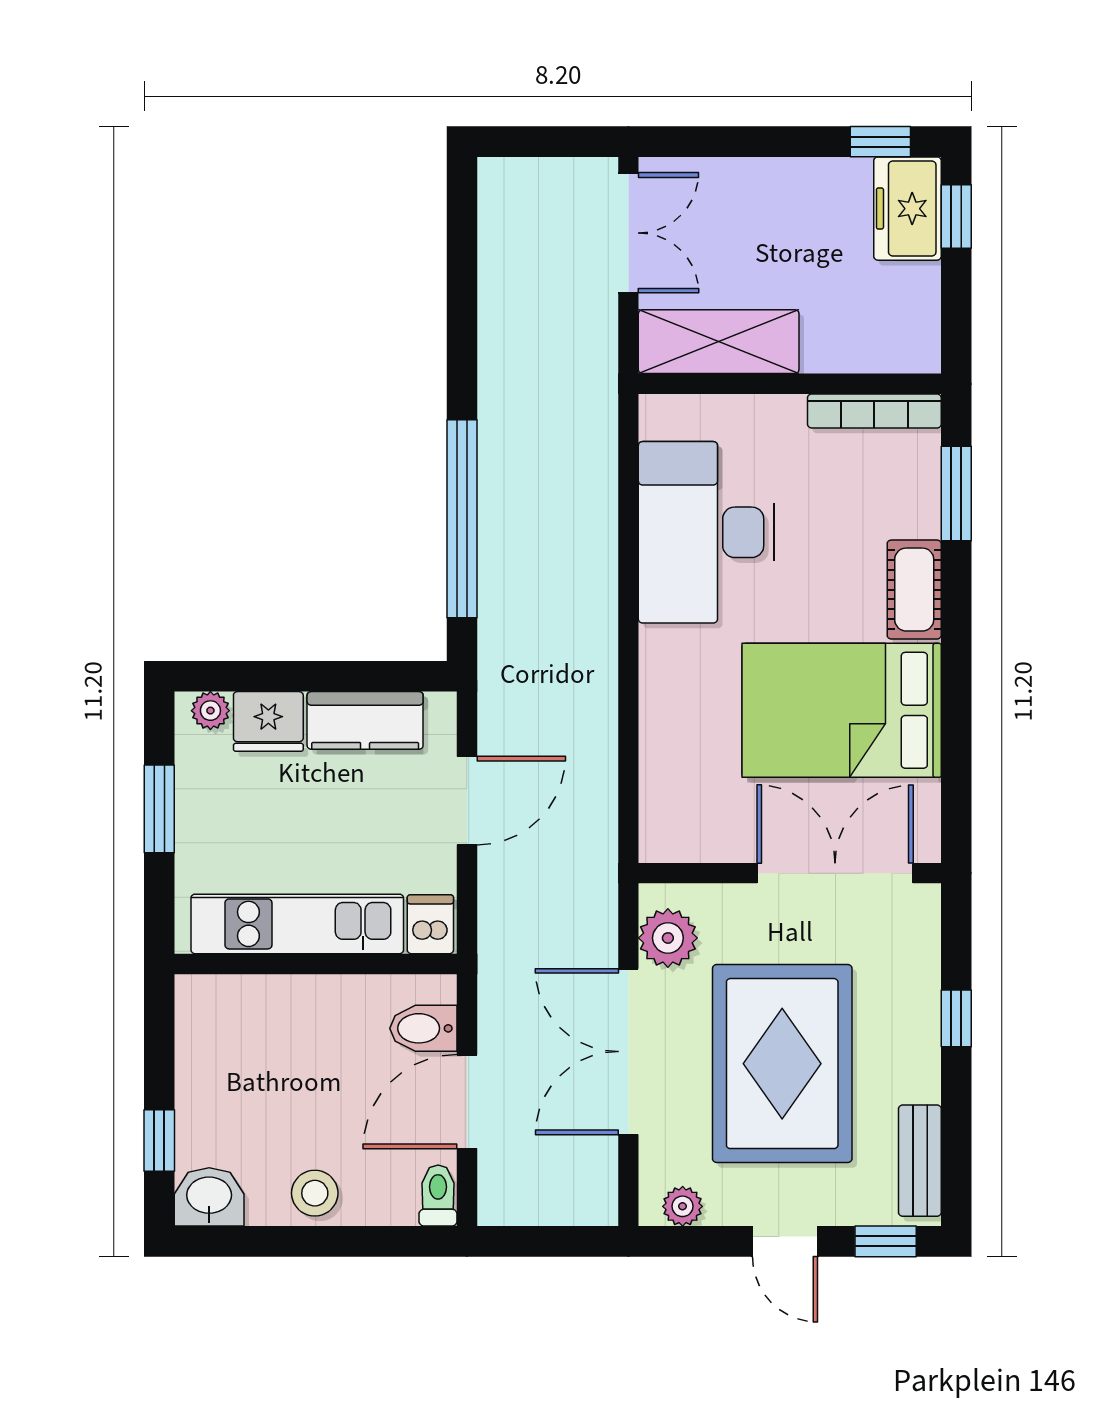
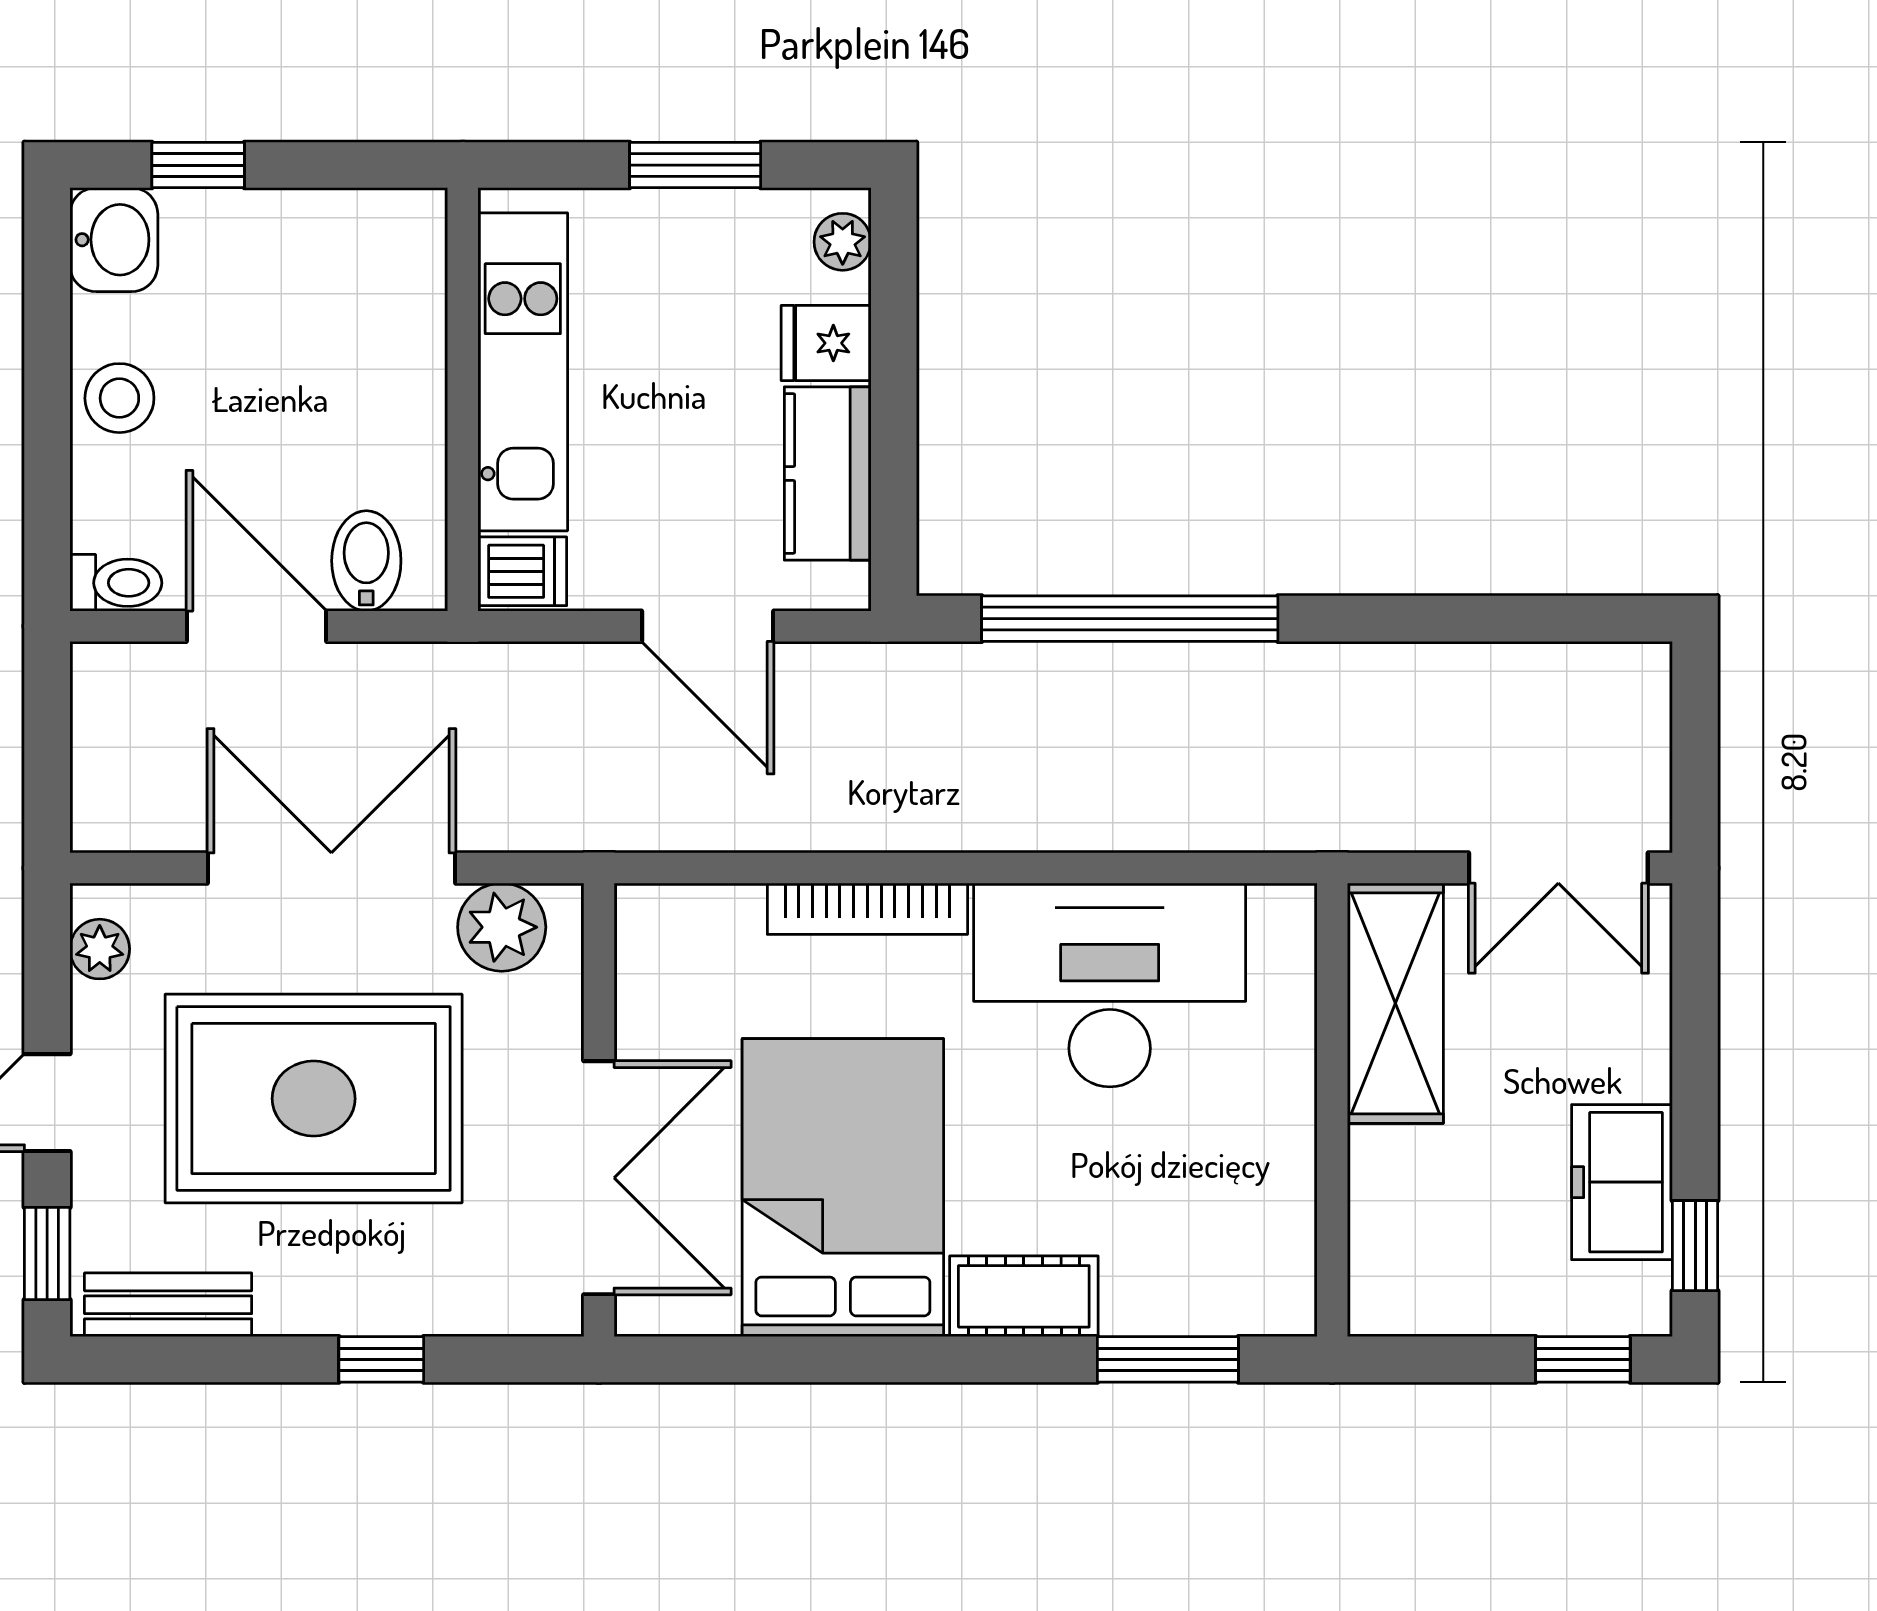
freezer: (908, 209) -> (1622, 1182), moved, turned -90
bookcase: (874, 411) -> (867, 909), moved, turned -90
fridge: (268, 721) -> (826, 343), width x0.72

